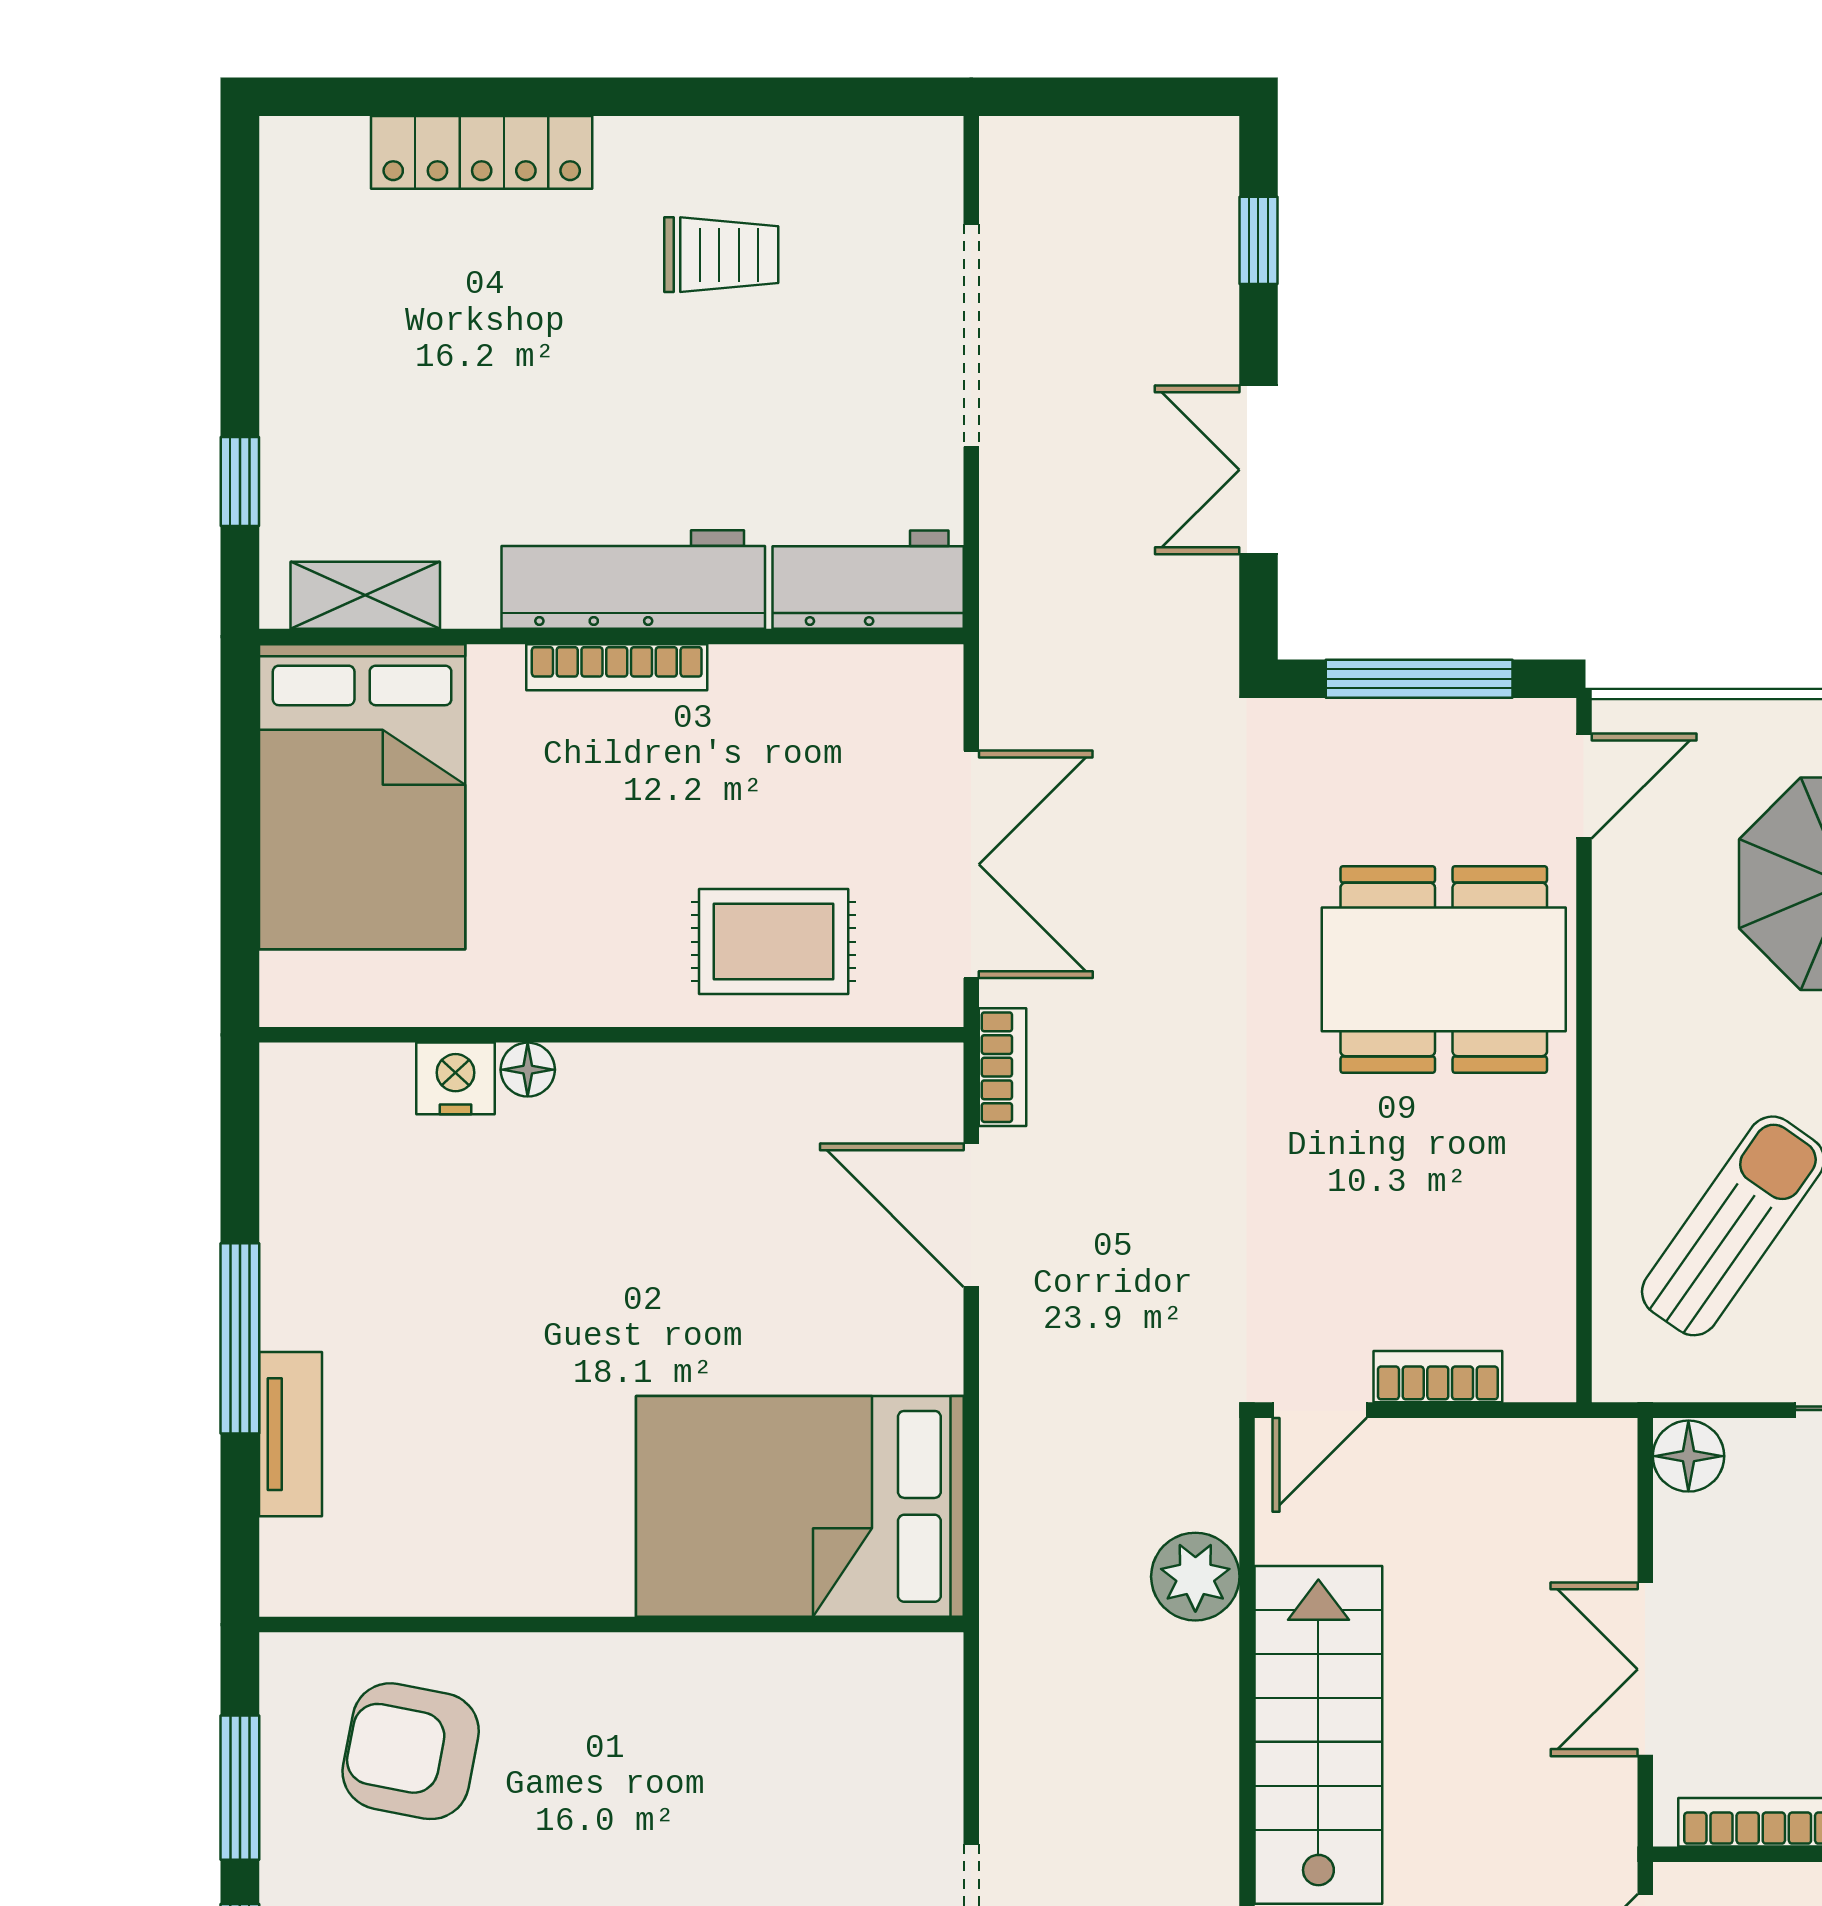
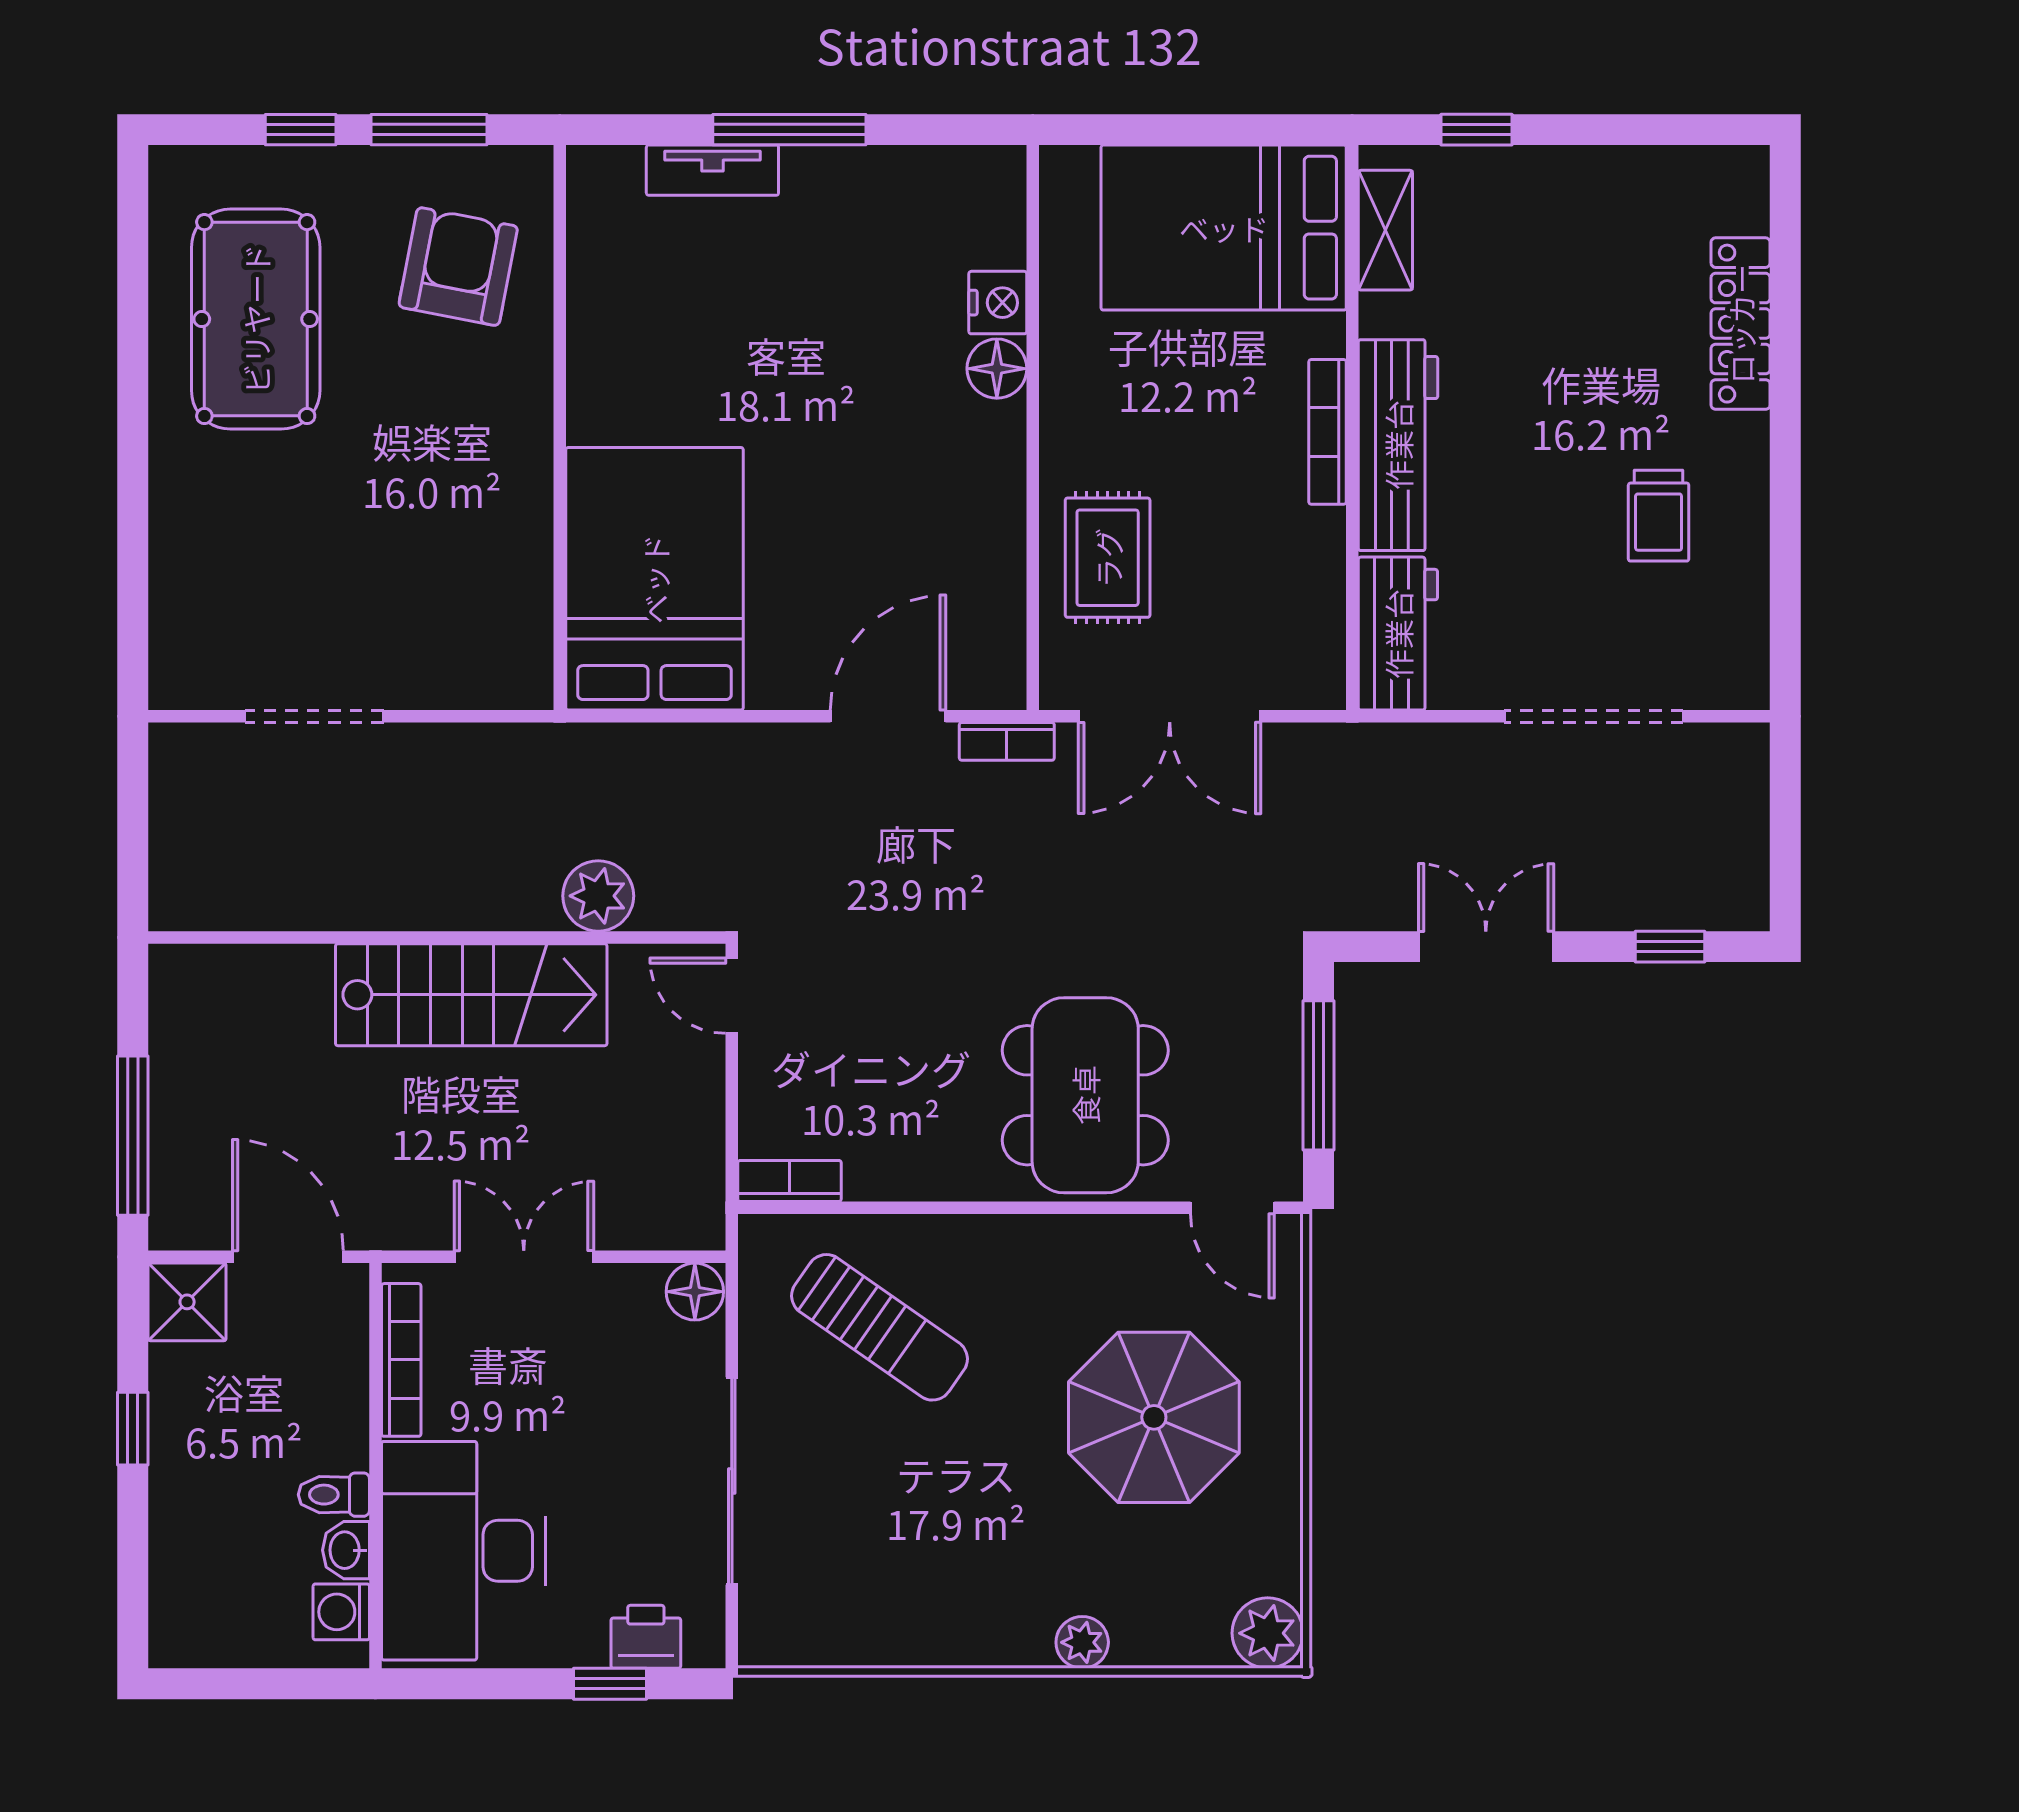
floor lamp: (528, 1070) -> (997, 369), width x1.37, depth x1.37
bookcase: (1438, 1377) -> (789, 1181), moved, turned -90

